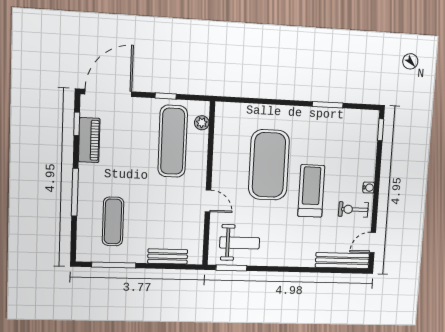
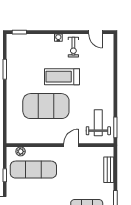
bench: (342, 260) -> (108, 52), removed

